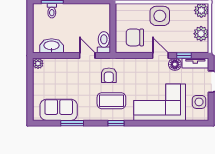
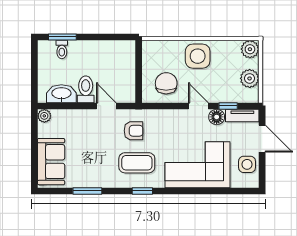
chair: (135, 37) -> (166, 83), turned 90
toilet: (104, 42) -> (86, 89), moved
armchair: (109, 75) -> (133, 131), turned -90
sofa: (59, 110) -> (51, 162), moved, turned 90

